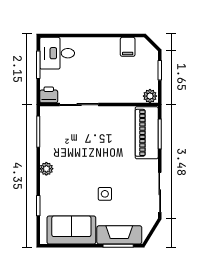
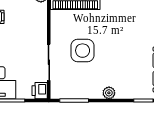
side table: (105, 194) -> (83, 51), moved, width x1.87, depth x1.87

